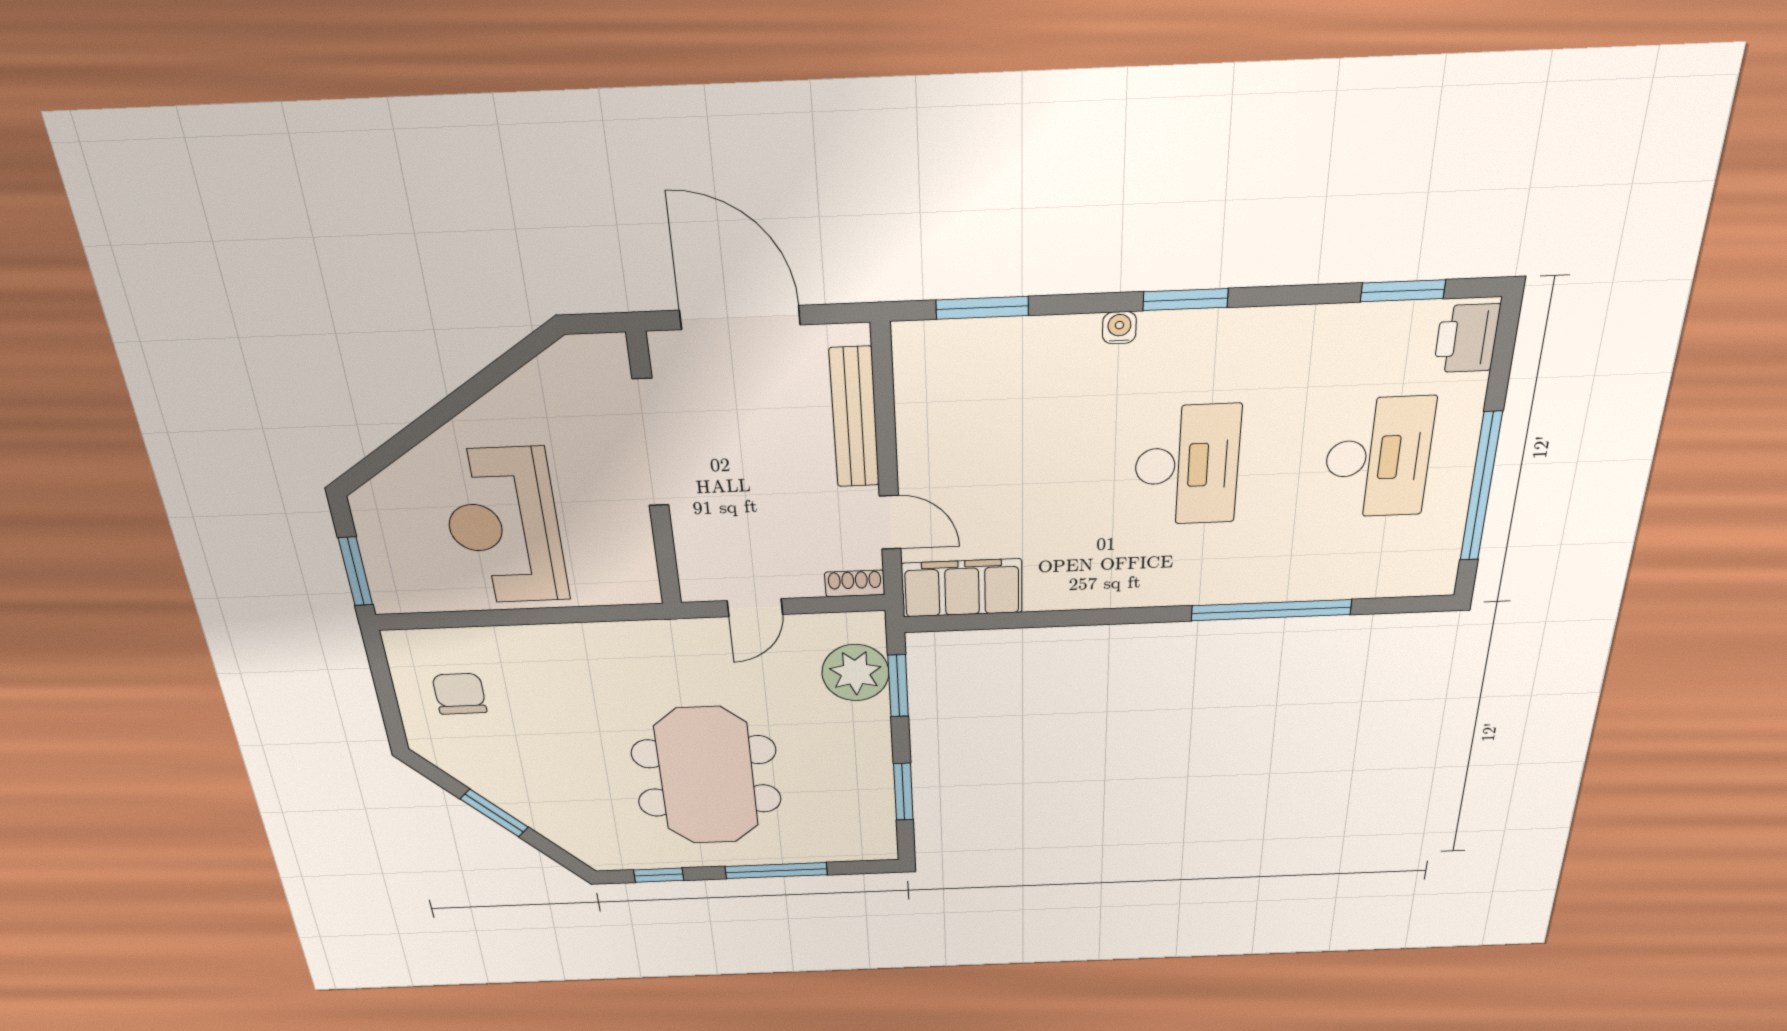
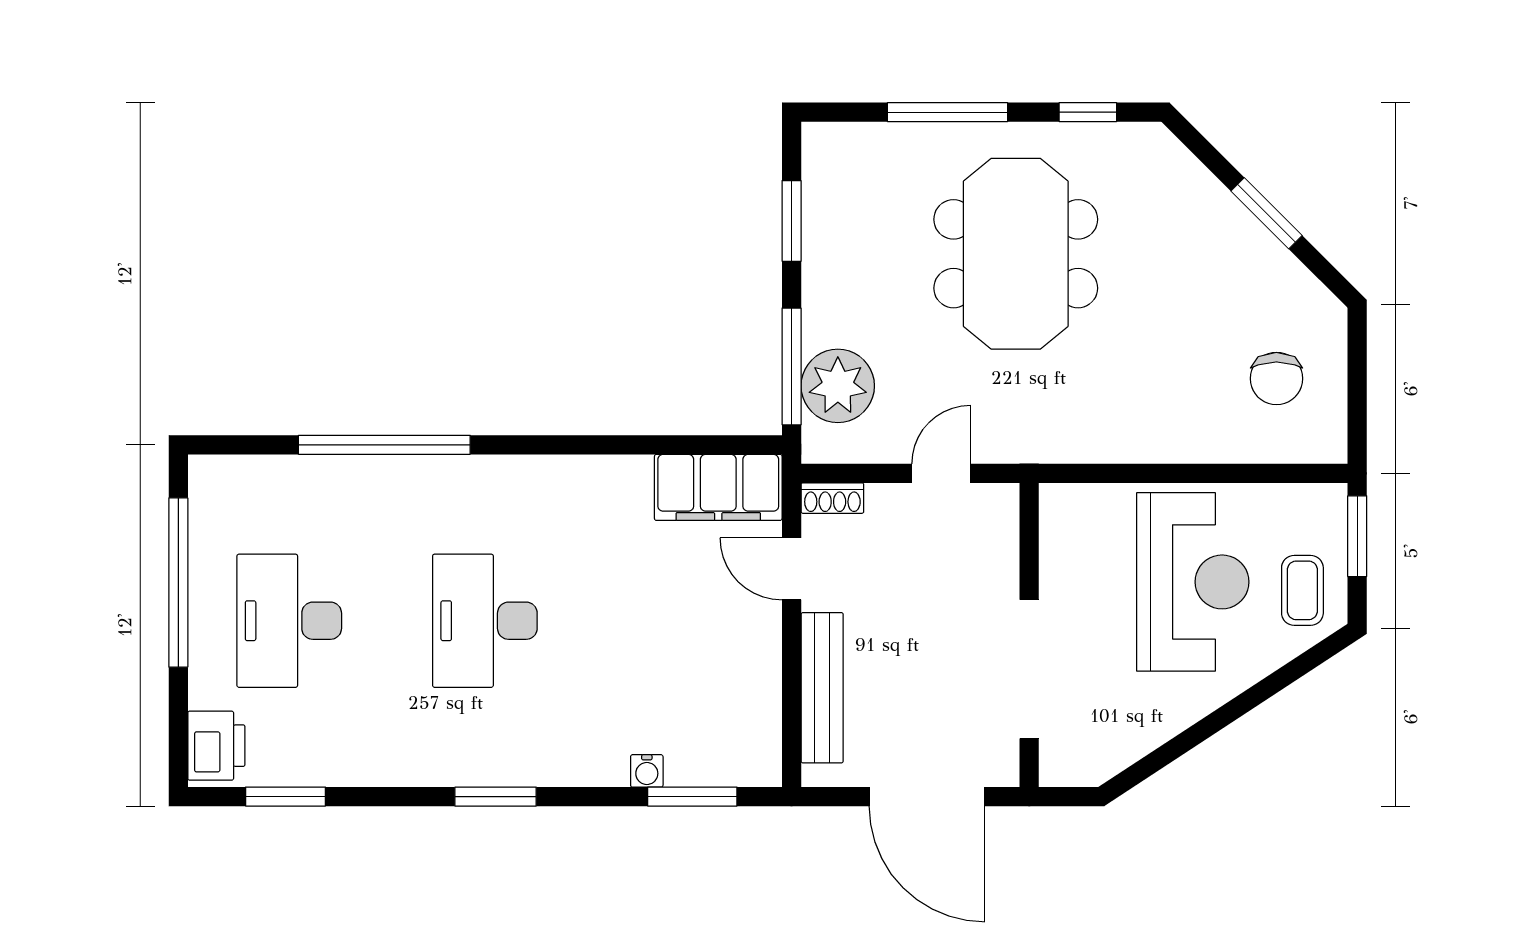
water cooler: (1119, 328) -> (647, 771), moved
coffee table: (397, 523) -> (1302, 590), added
window: (898, 686) -> (792, 366), width x1.44

